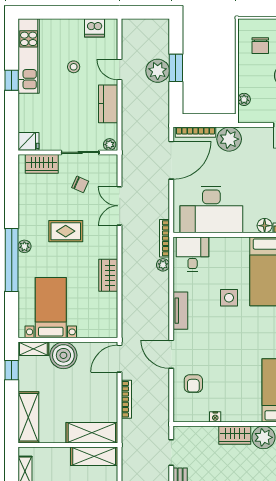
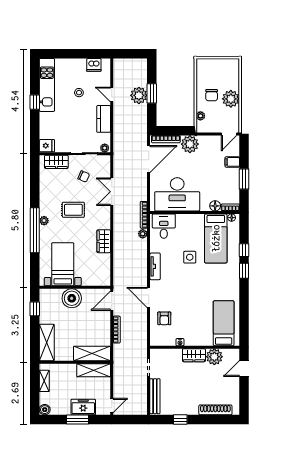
chair: (260, 46) -> (212, 95), moved
shelving: (33, 349) -> (50, 294), removed

